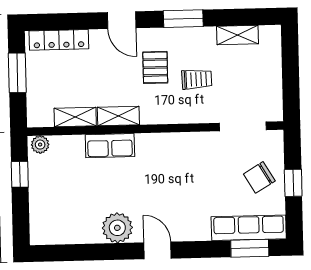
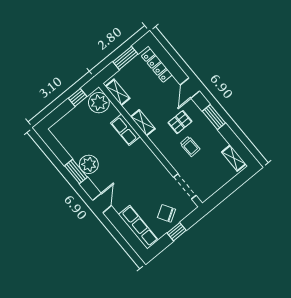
shelving: (238, 35) -> (234, 158), moved
shelving: (75, 117) -> (118, 92), moved
plant: (40, 145) -> (99, 103), width x1.87, depth x1.87
window: (250, 248) -> (76, 172), moved
door: (158, 250) -> (102, 203), moved

